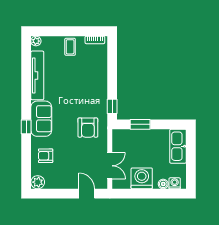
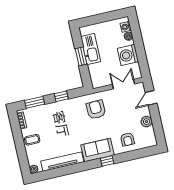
window: (112, 59) -> (35, 102), added
window: (112, 106) -> (61, 96), moved
window: (140, 124) -> (81, 56), moved
armchair: (88, 128) -> (96, 110), turned -92
kitchen sink: (178, 146) -> (91, 49), moved, turned -90
plant: (38, 182) -> (146, 122), moved

